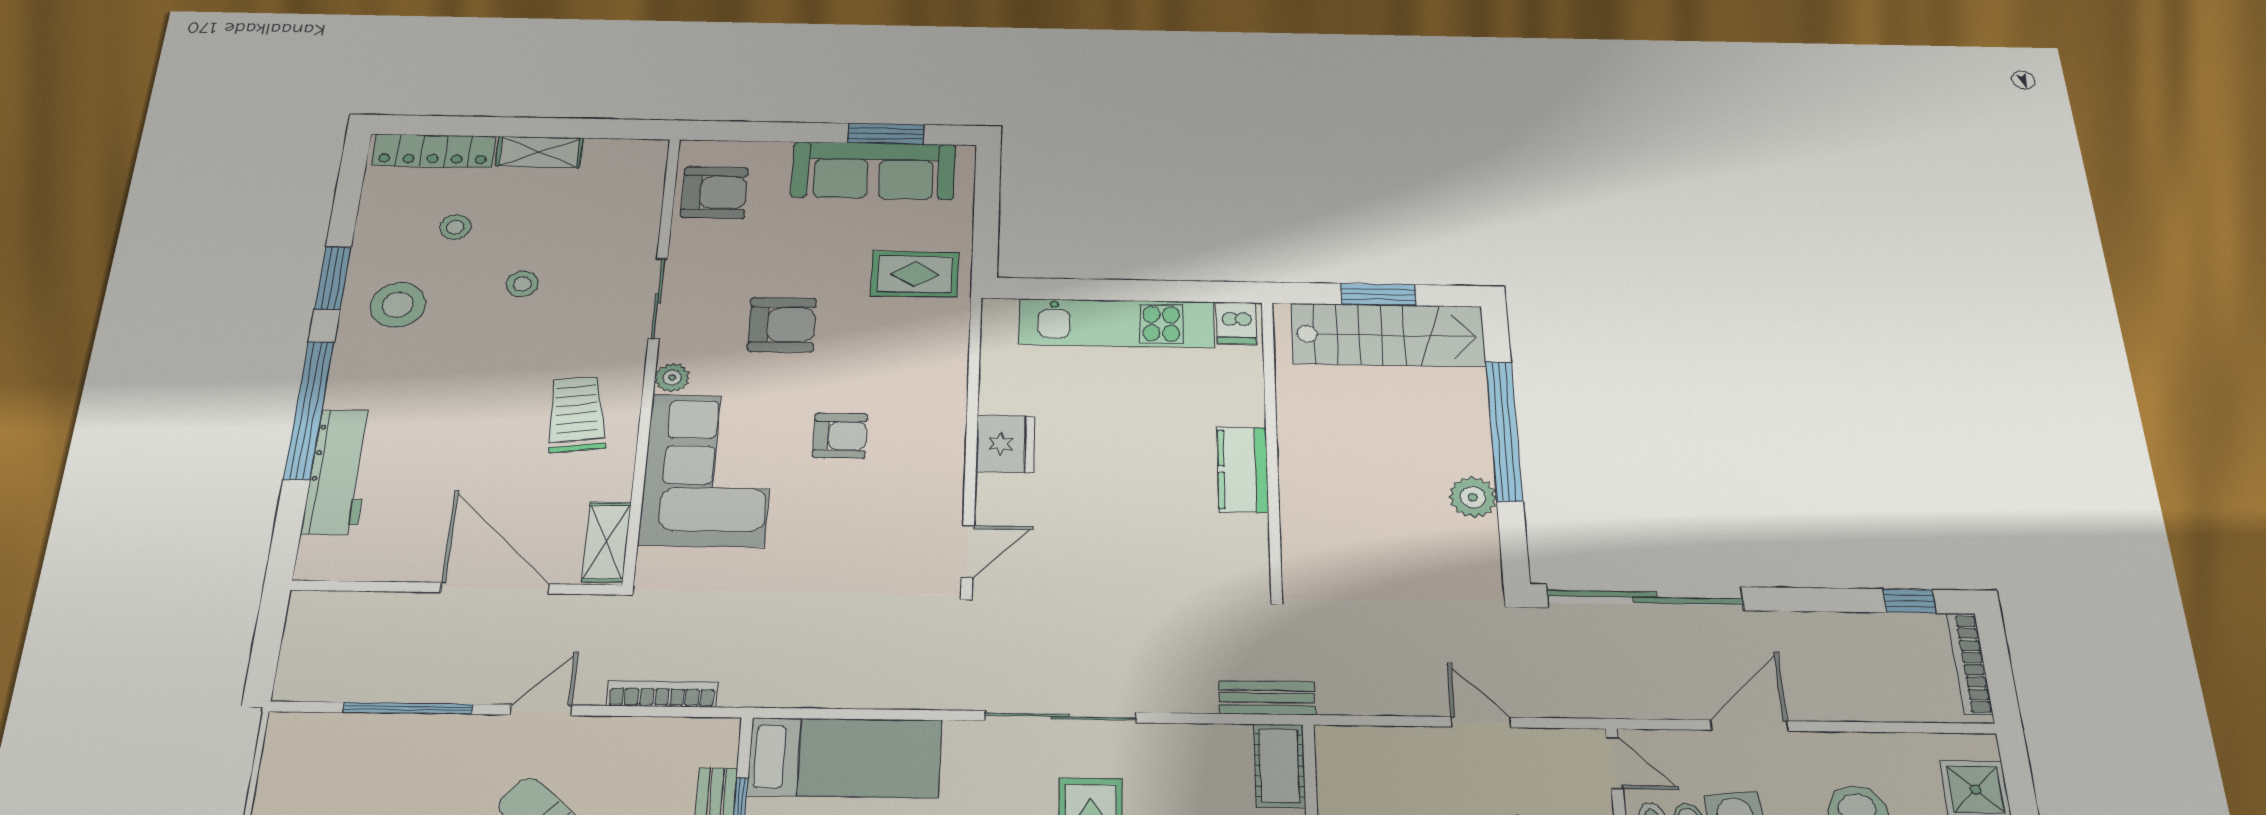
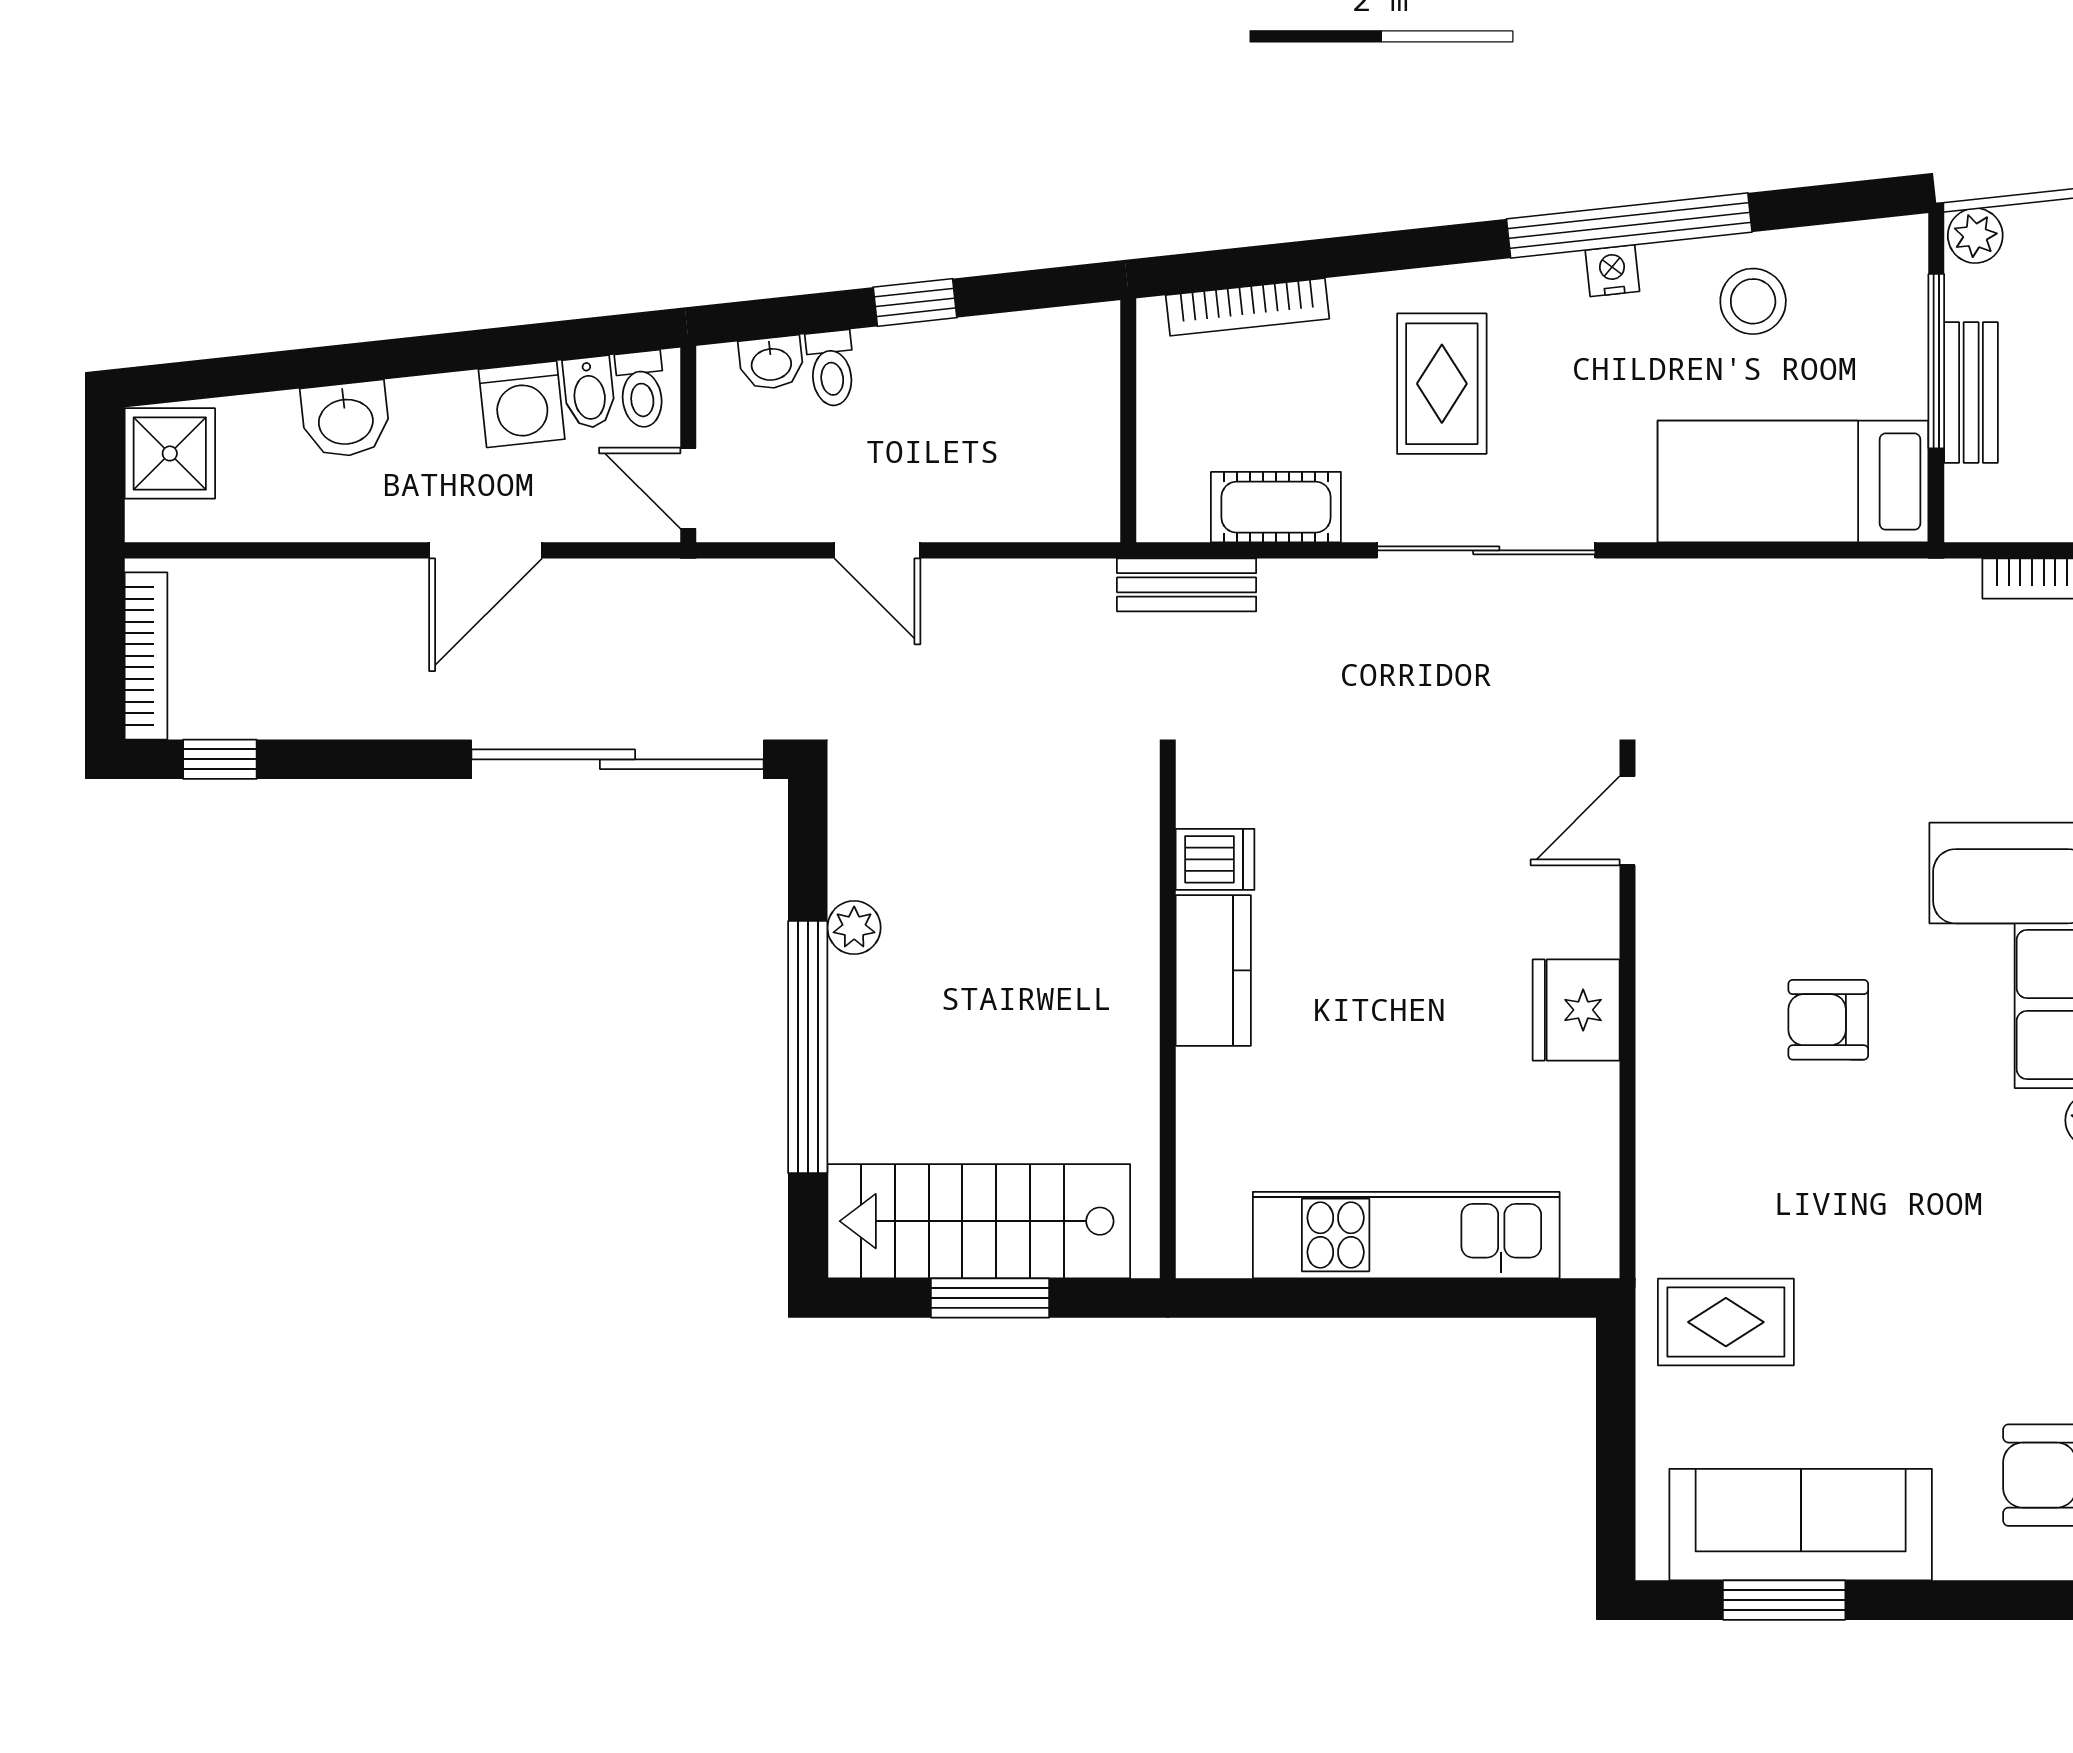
dishwasher: (1237, 323) -> (1215, 859), moved, turned 90
armchair: (782, 325) -> (1929, 1221), removed
plant: (1473, 497) -> (854, 928), width x0.73, depth x0.73
cot: (1280, 766) -> (1276, 507), moved, turned 90

